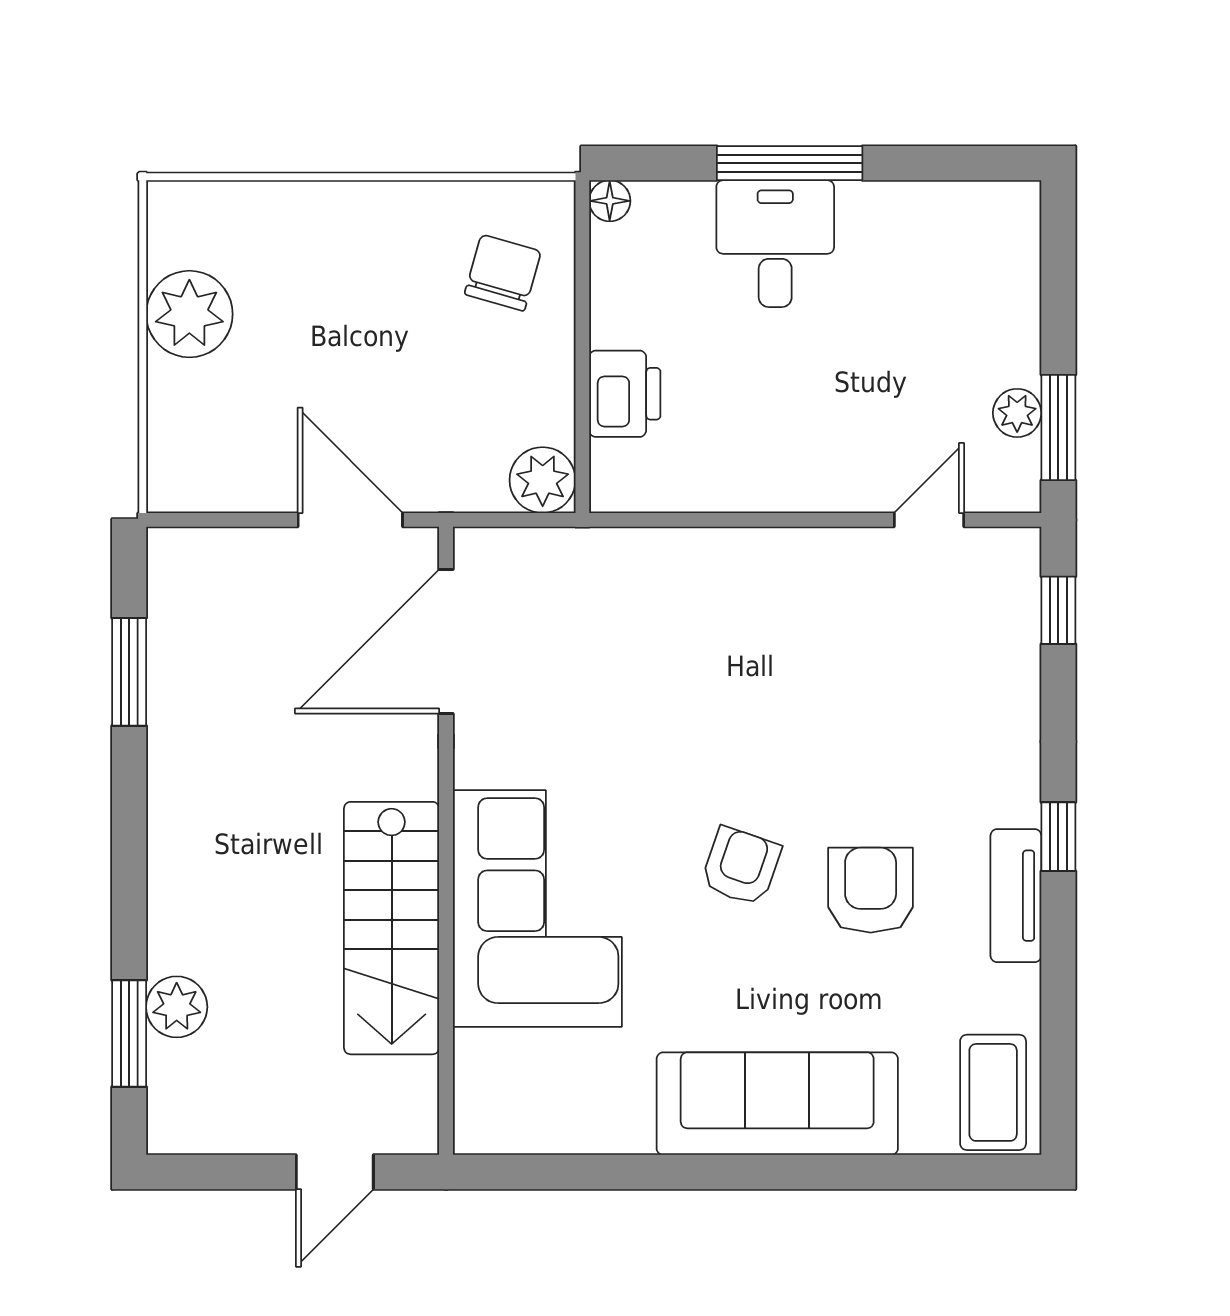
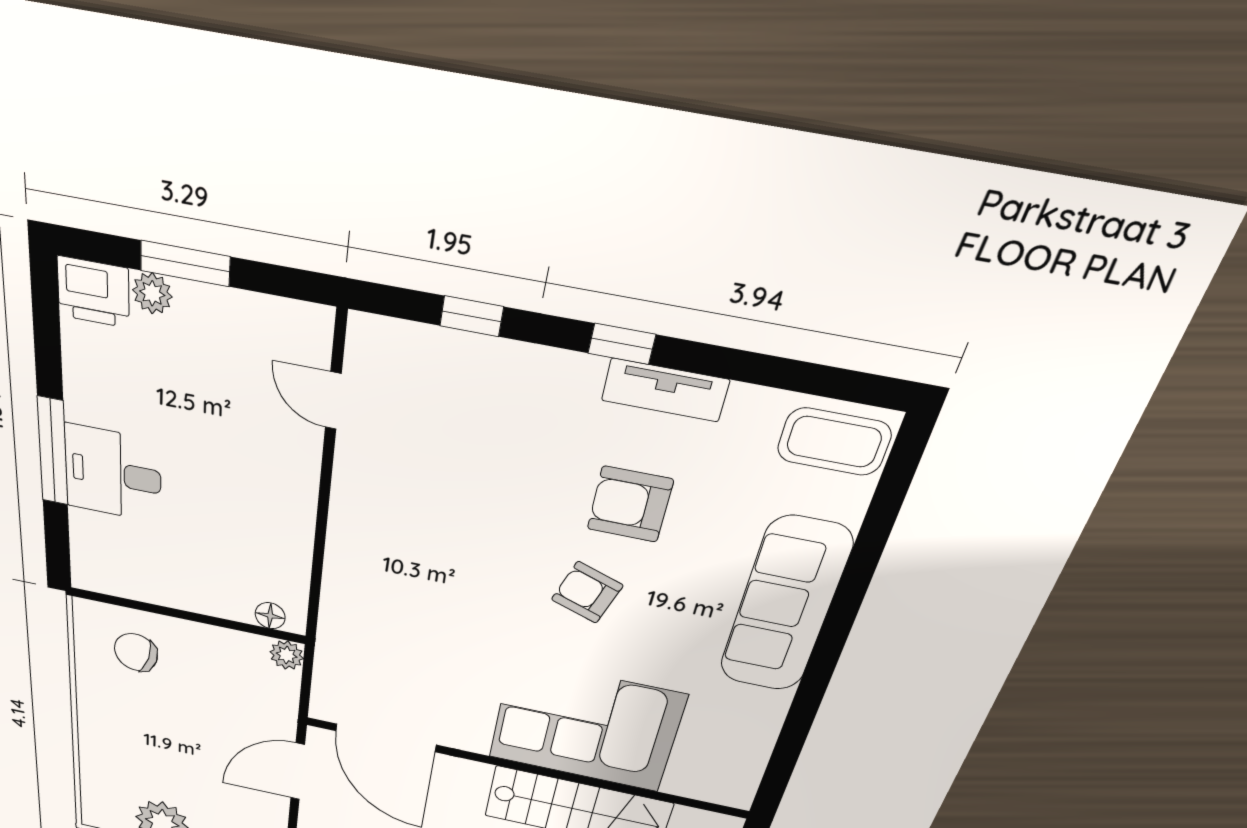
floor lamp: (610, 201) -> (270, 616), moved
printer: (625, 394) -> (93, 292), moved, turned 180
plant: (1017, 413) -> (152, 293), moved
window: (1058, 427) -> (185, 264), moved
plant: (543, 480) -> (287, 655), width x0.73, depth x0.73
window: (1058, 610) -> (472, 316), moved

